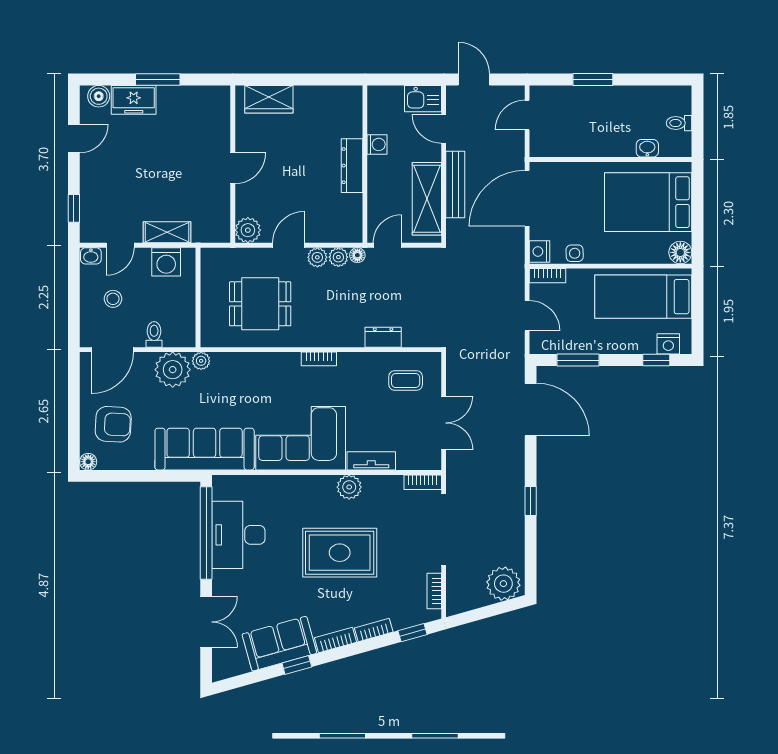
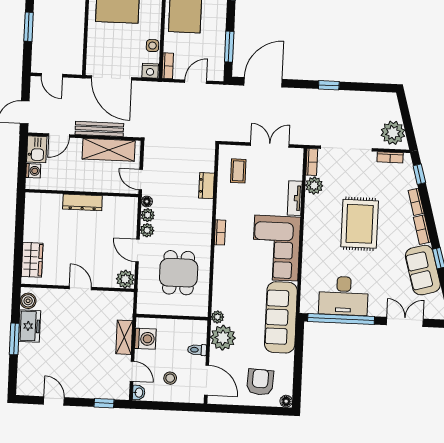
boiler: (99, 96) -> (28, 301), moved
freezer: (134, 100) -> (30, 326), moved
washing machine: (377, 144) -> (33, 171), moved, turned 90
plant: (349, 487) -> (314, 186), moved
plant: (503, 584) -> (393, 133), moved

